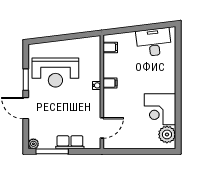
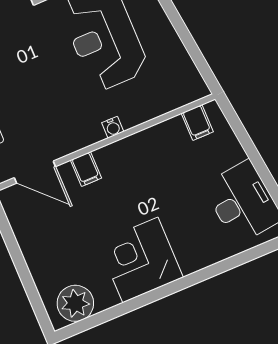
filing cabinet: (110, 83) -> (86, 169), moved
corner desk: (160, 109) -> (140, 260), moved

